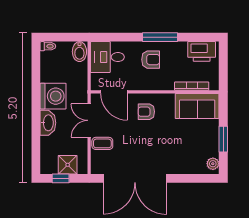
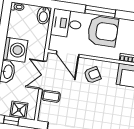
window: (160, 37) -> (100, 11), moved
armchair: (151, 60) -> (103, 31), width x1.88, depth x1.88
armchair: (146, 112) -> (92, 75), turned 150

